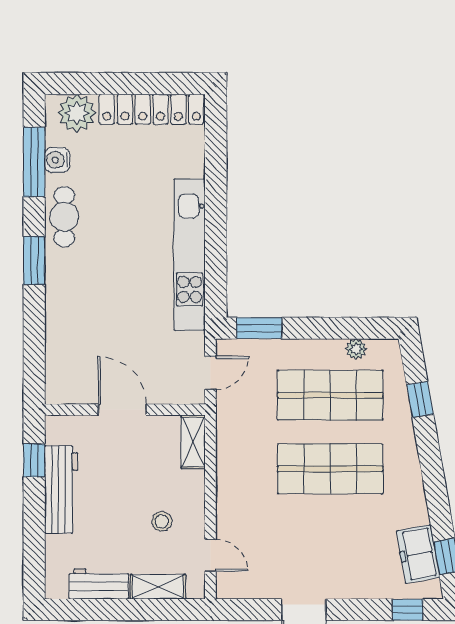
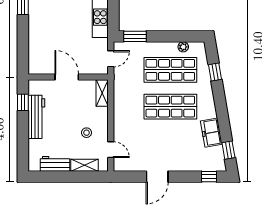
freezer: (418, 554) -> (211, 133), moved

